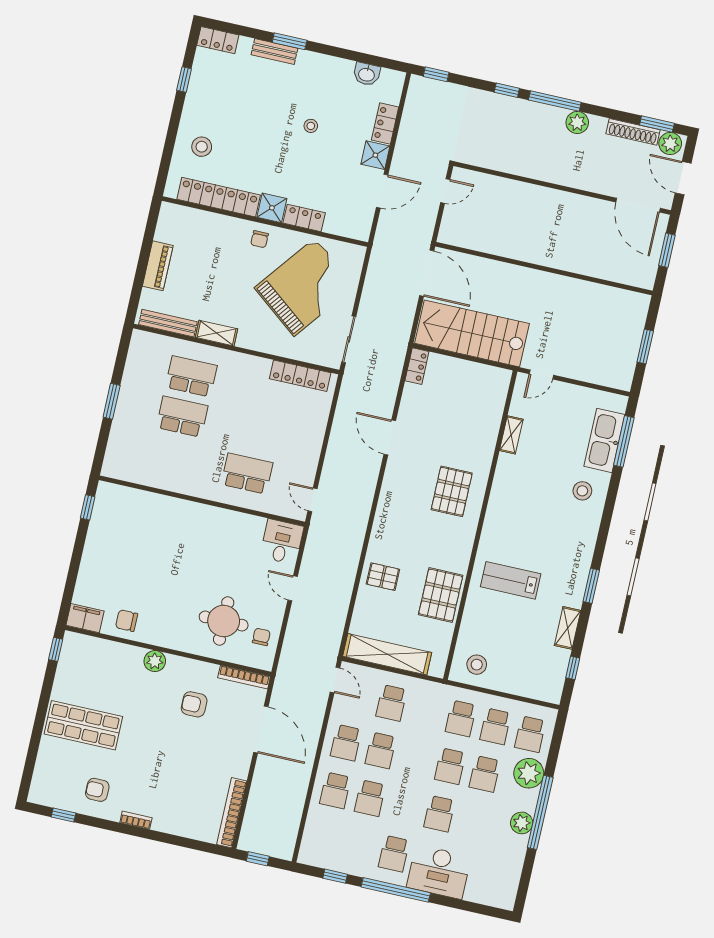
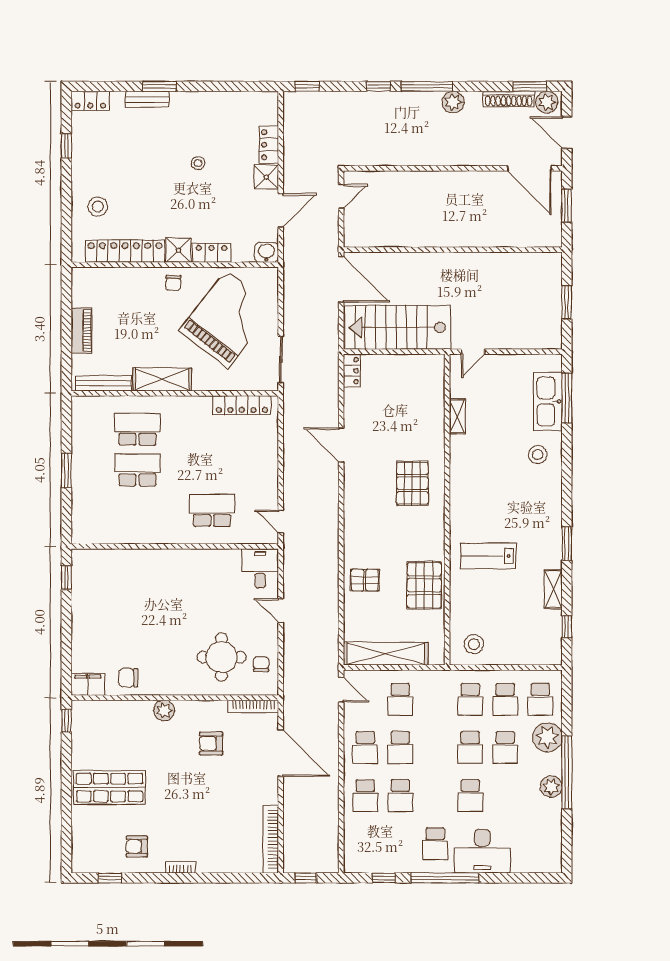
washbasin: (367, 74) -> (266, 252), moved, turned 180
shelving: (216, 333) -> (162, 379), width x1.50, depth x1.33

